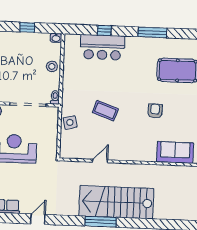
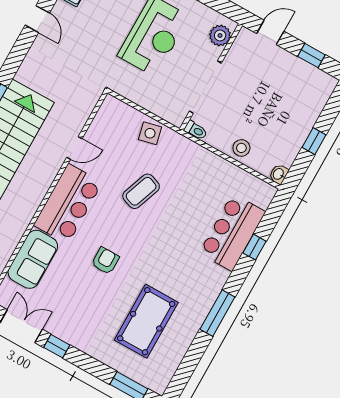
armchair: (155, 111) -> (105, 261), turned -92
bar counter: (134, 149) -> (68, 204), added
door: (100, 161) -> (74, 148), hinge flipped

